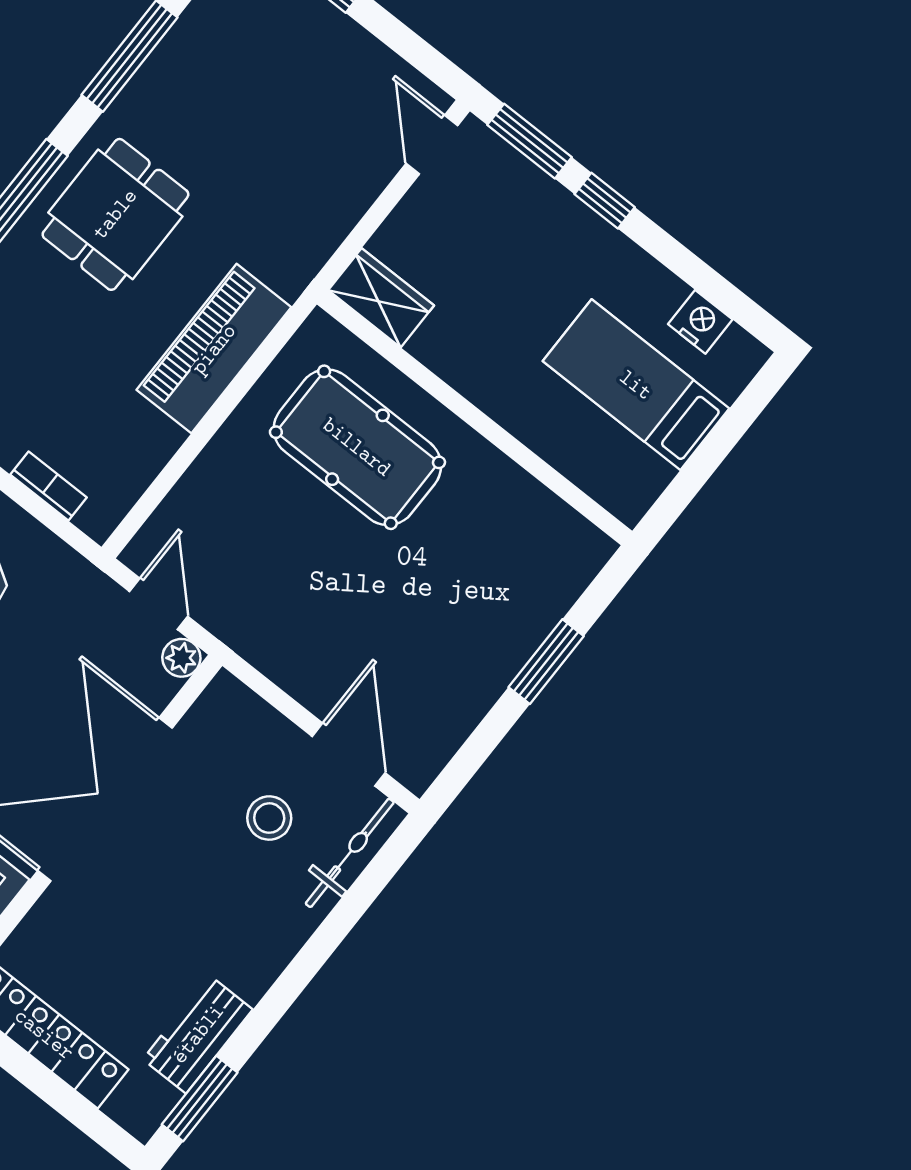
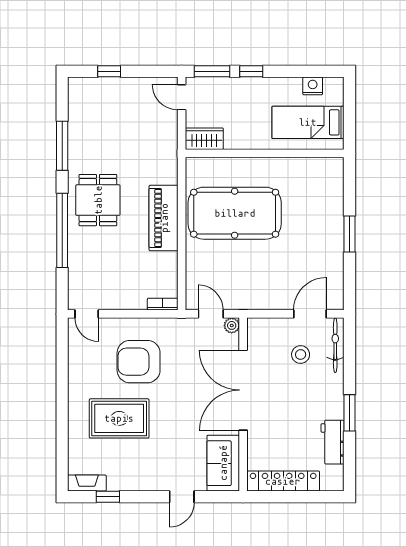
wardrobe: (381, 298) -> (204, 139), moved
wall: (475, 418) -> (265, 153), moved
pool table: (357, 447) -> (235, 213), width x1.36, depth x1.32
bookcase: (49, 486) -> (163, 304), moved
door: (349, 755) -> (310, 314), hinge flipped
window: (200, 1099) -> (350, 413), moved

